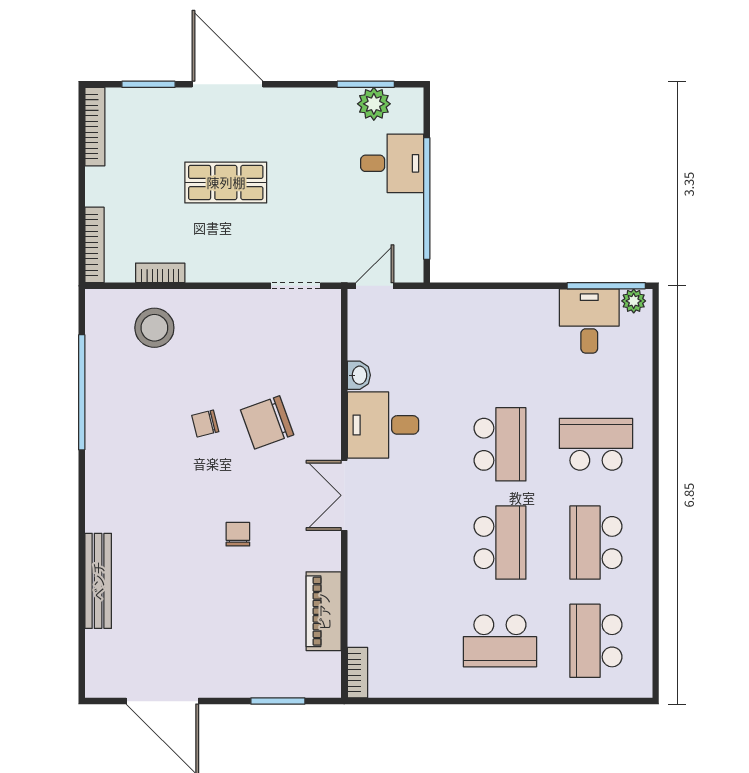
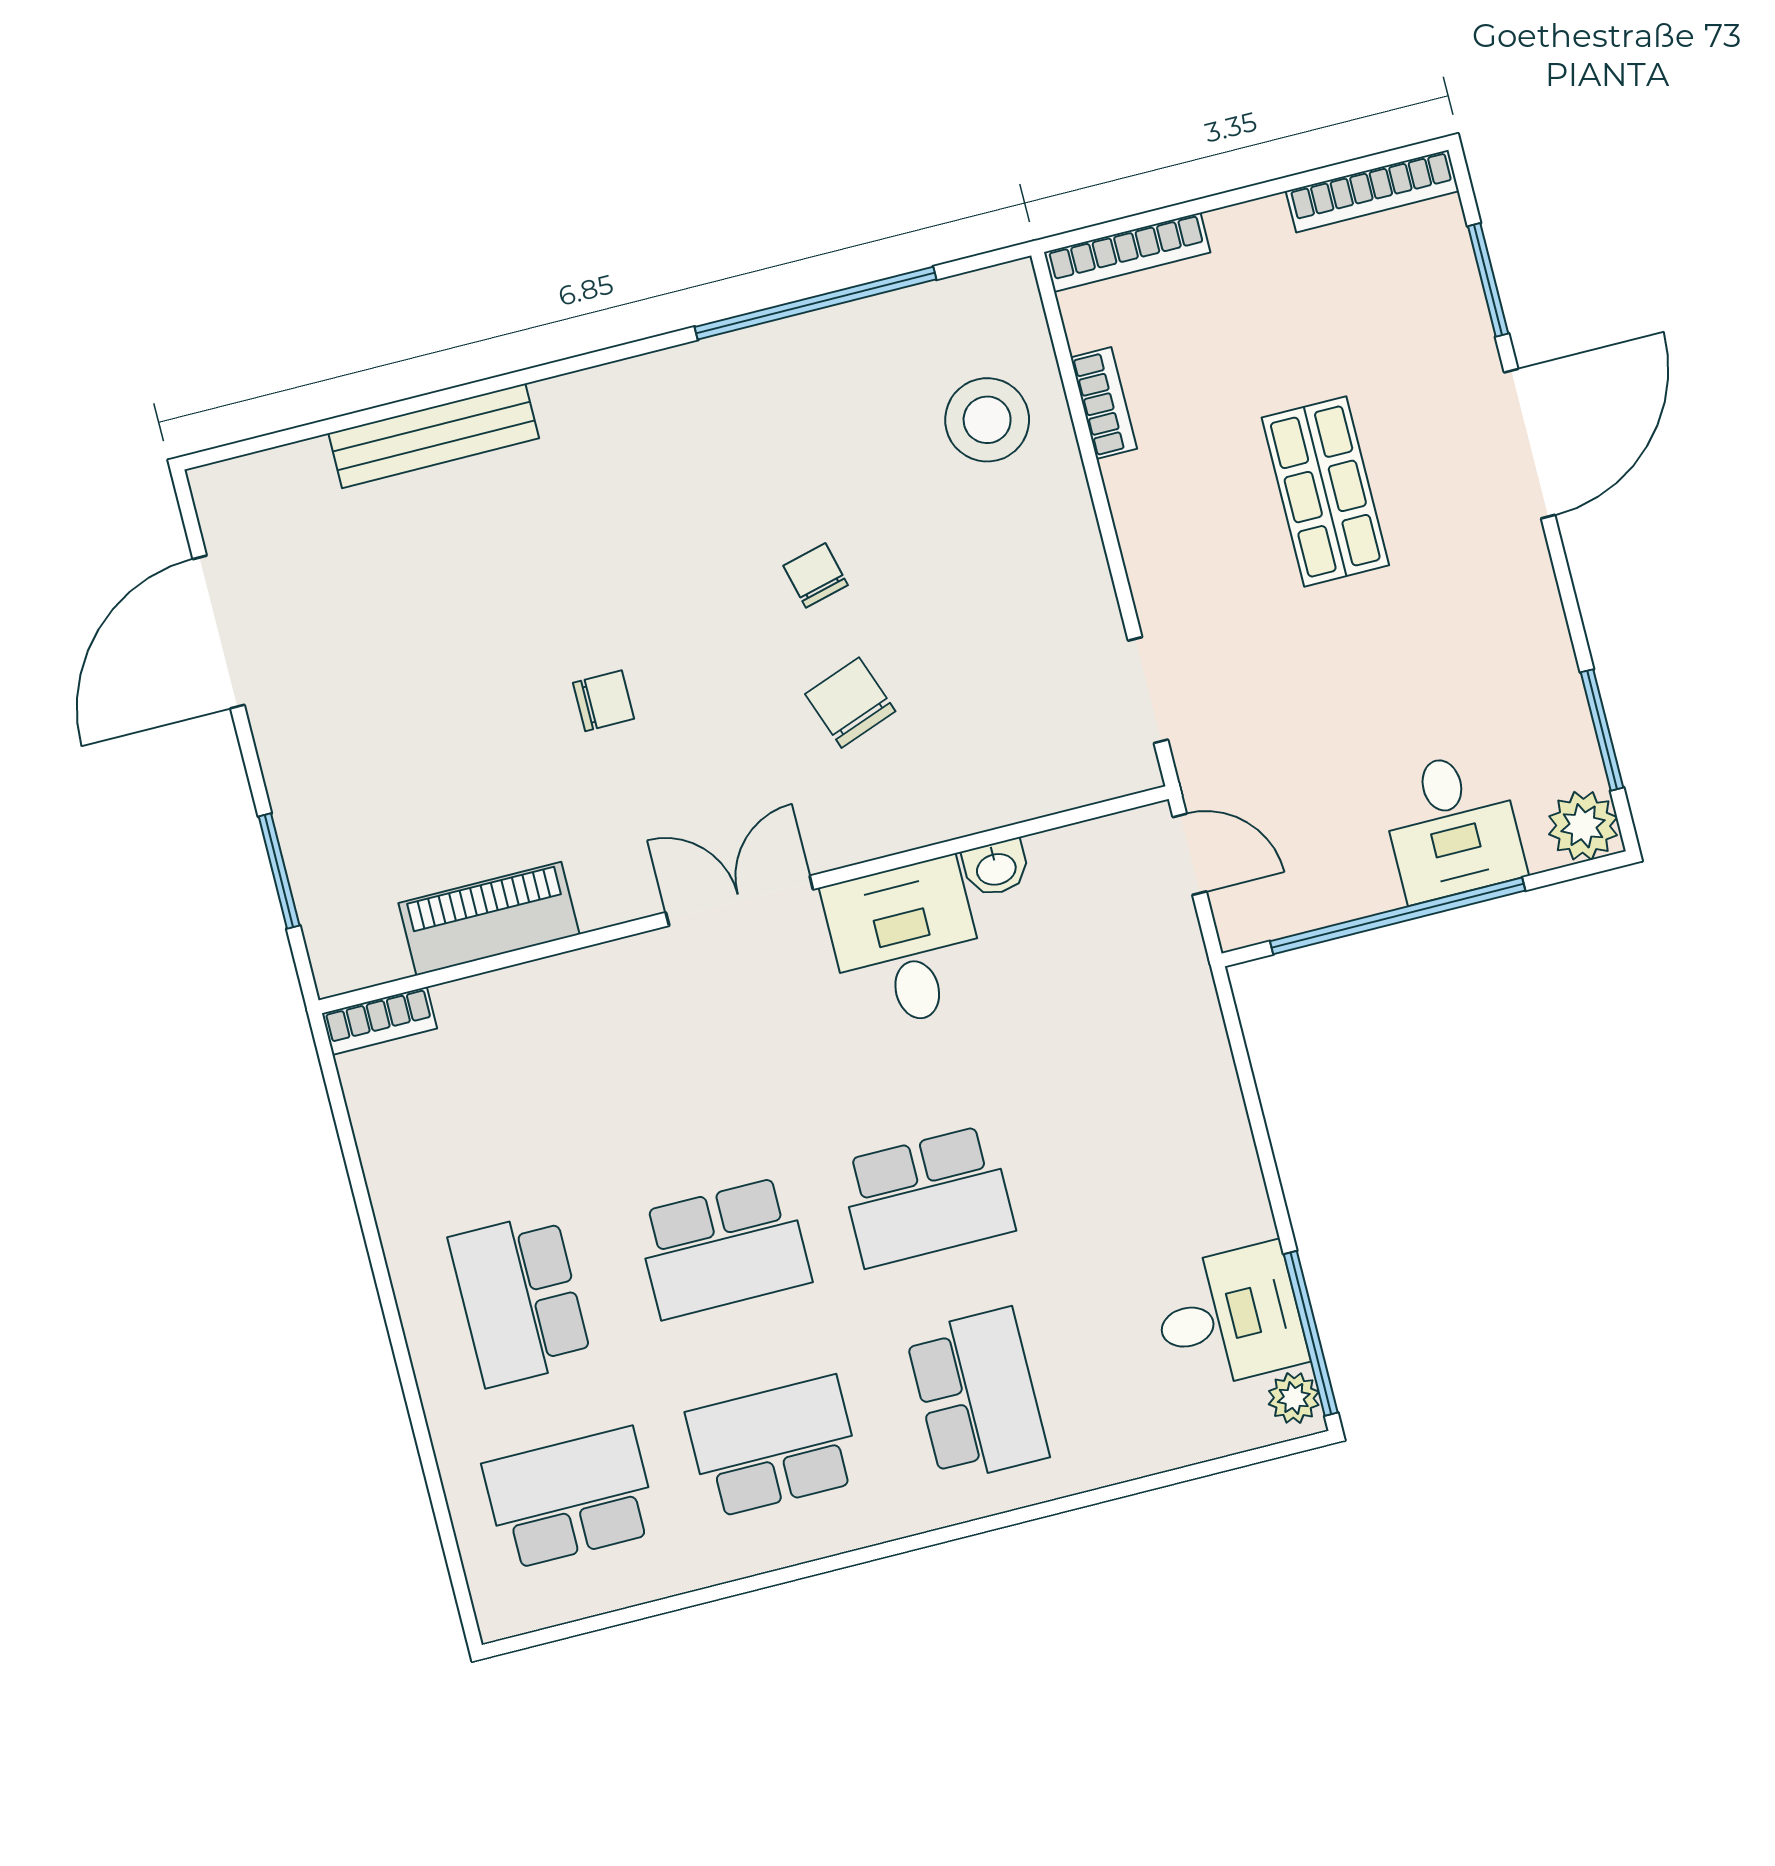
plant: (374, 104) -> (1583, 826), moved
chair: (267, 422) -> (850, 703), width x0.73, depth x0.73

